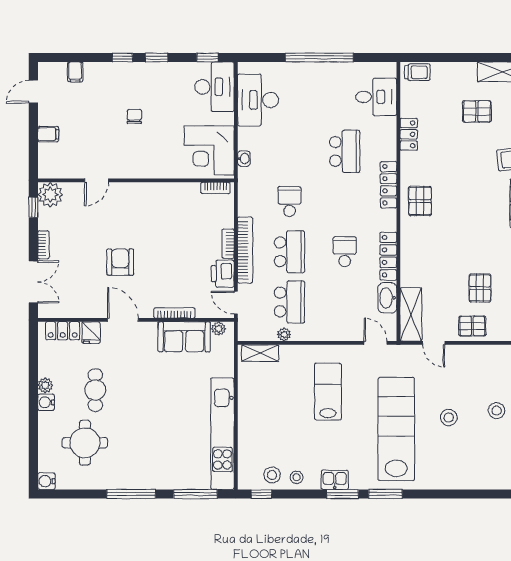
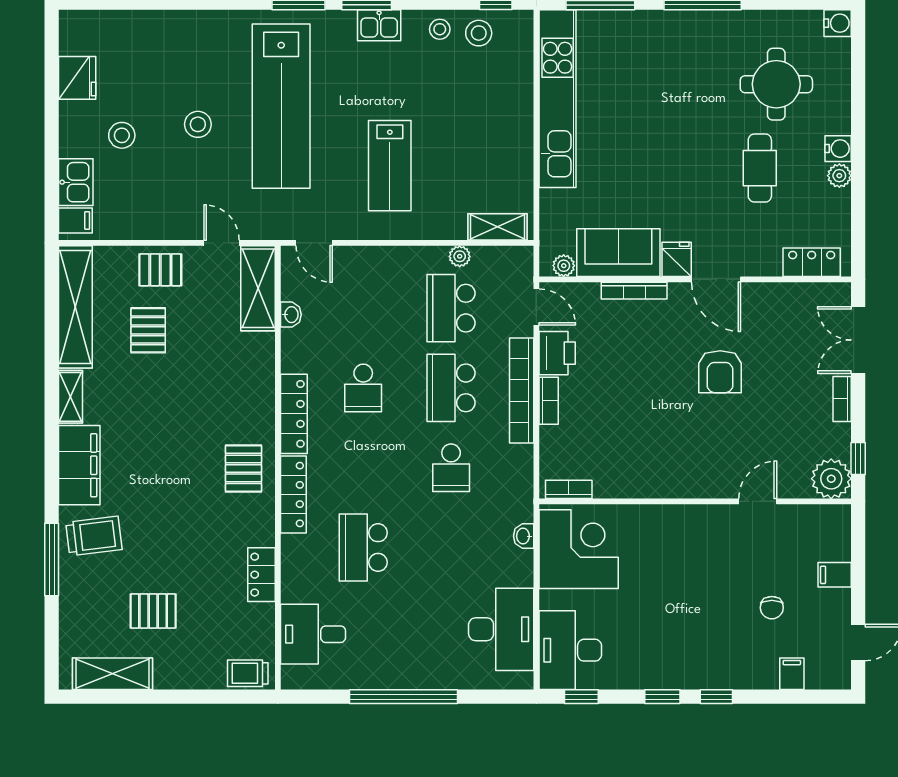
chair: (134, 116) -> (772, 608), moved
locker: (388, 256) -> (294, 414), moved
washbasin: (387, 298) -> (291, 315), width x0.52, depth x0.69
fridge: (91, 333) -> (677, 259), moved

